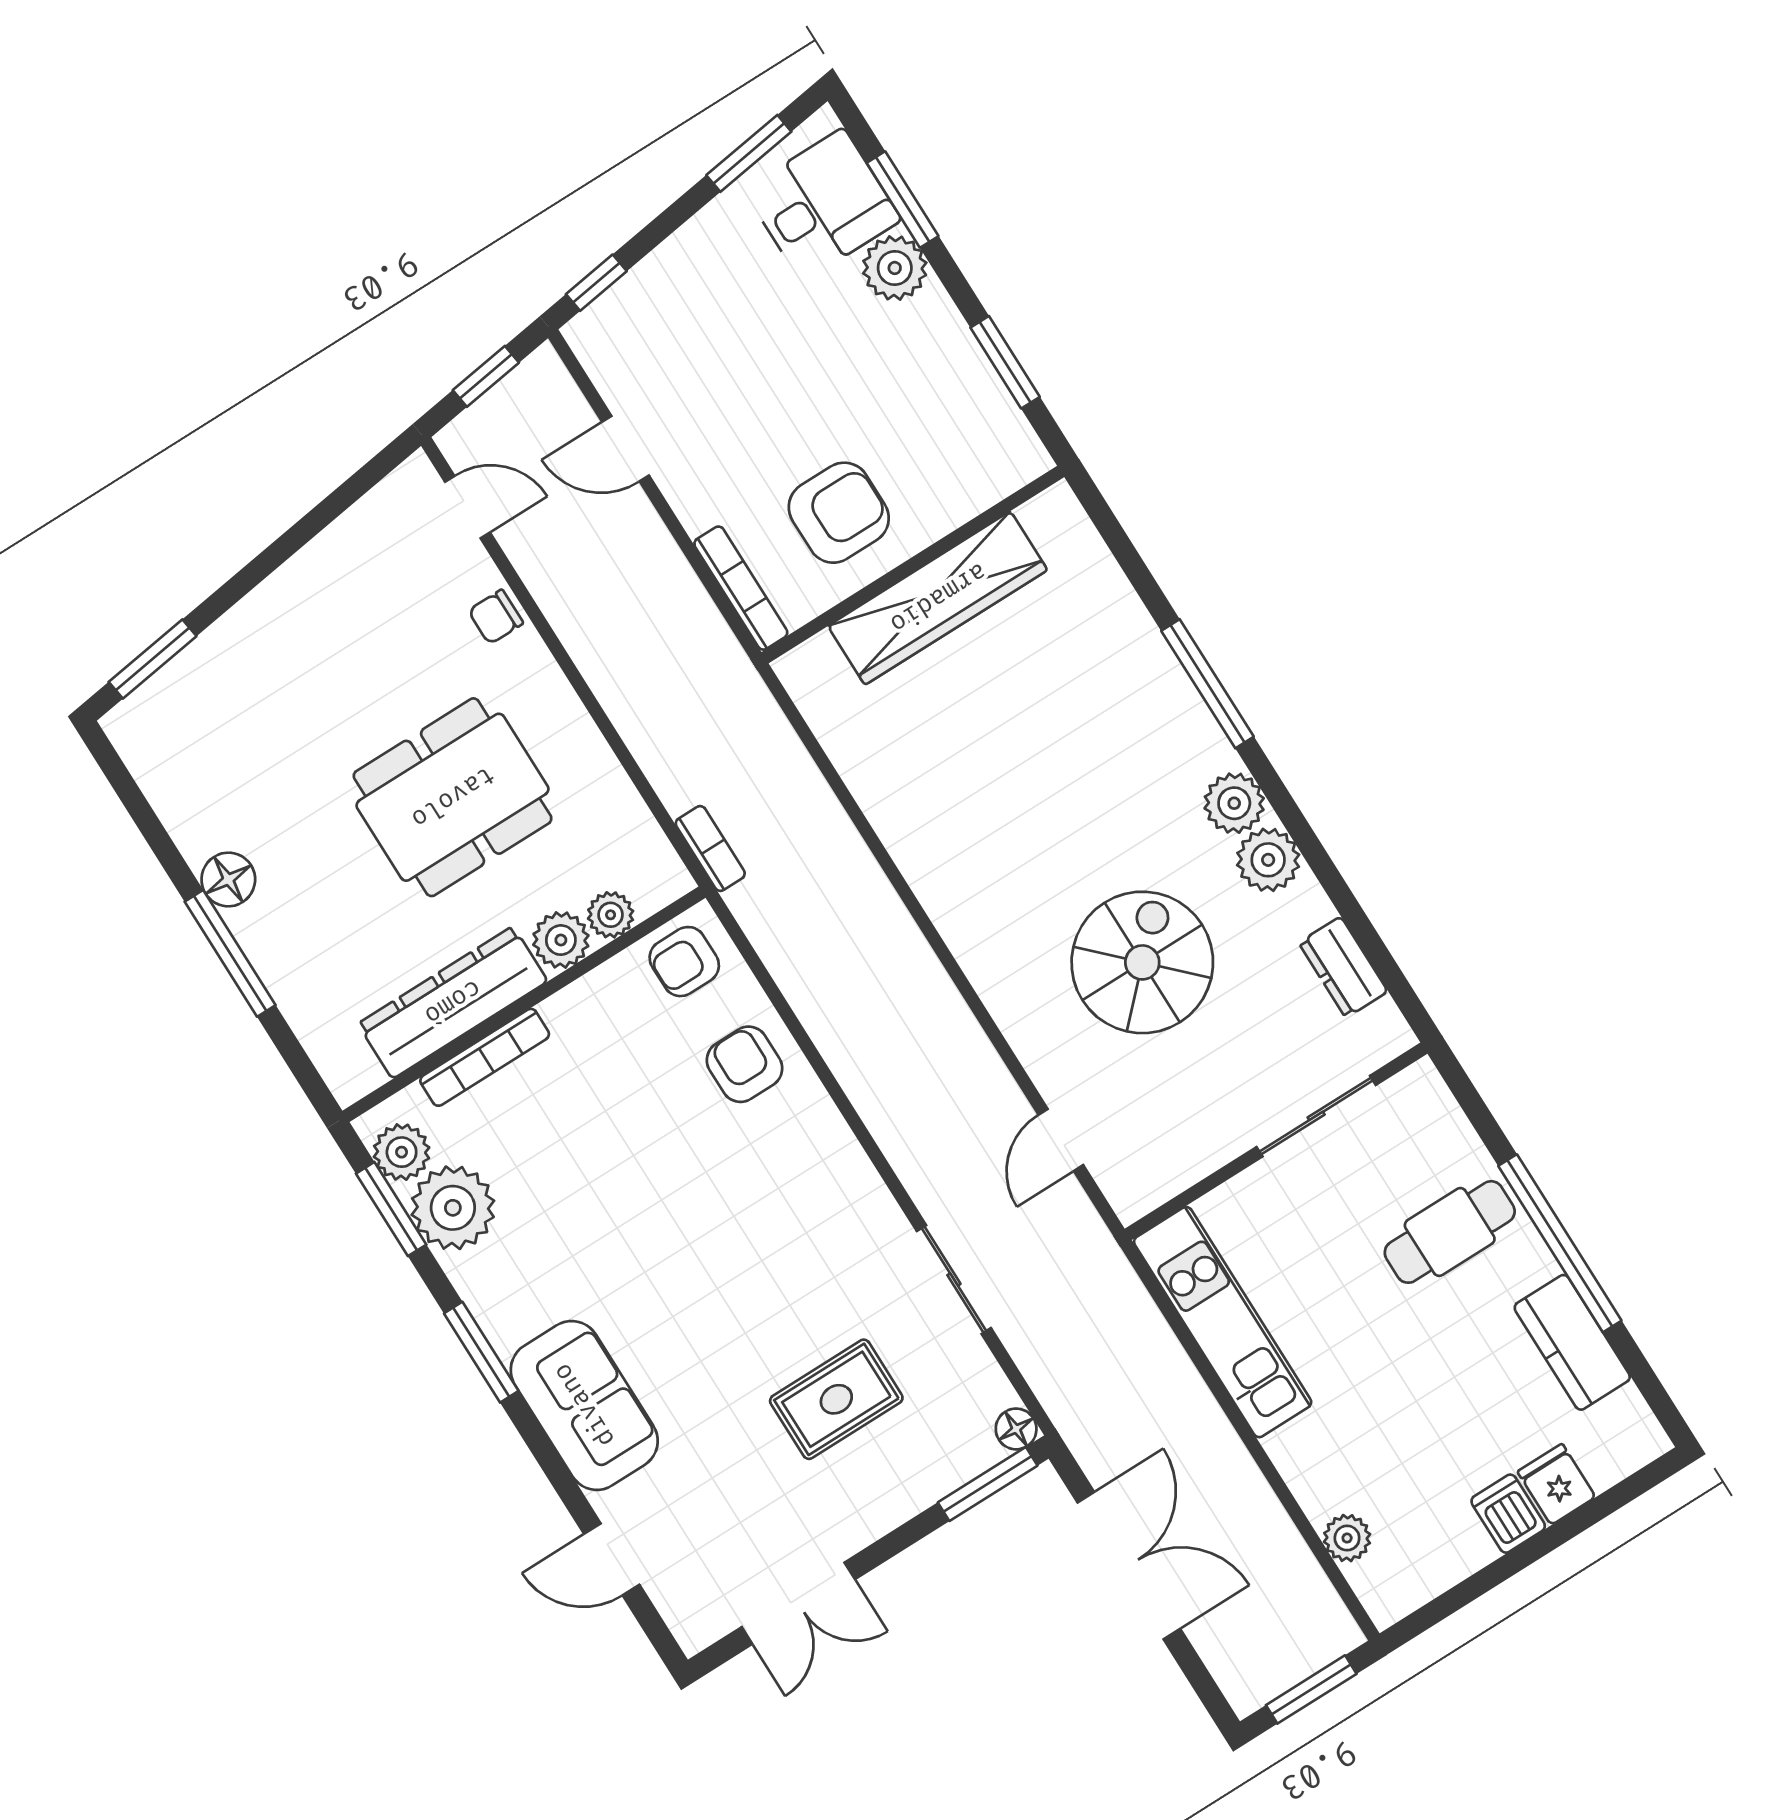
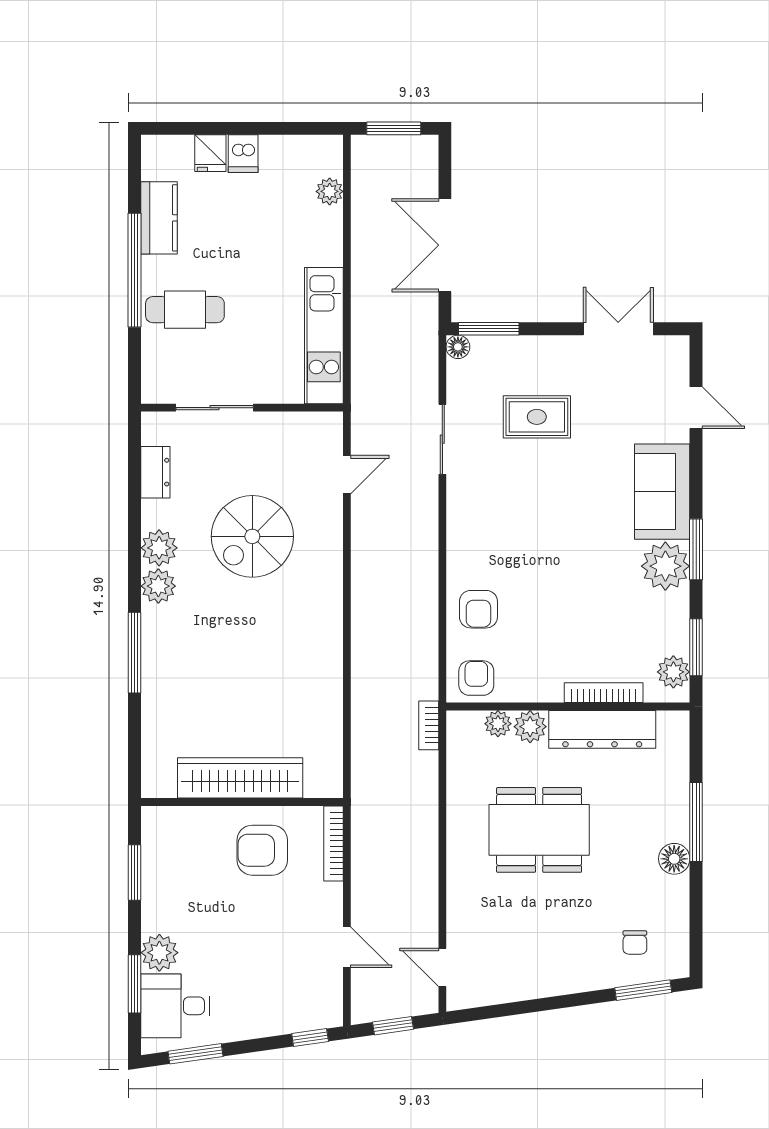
chair: (496, 617) -> (635, 942), moved, turned 90
armchair: (684, 962) -> (476, 678), turned -90
plant: (453, 1208) -> (665, 566), moved

